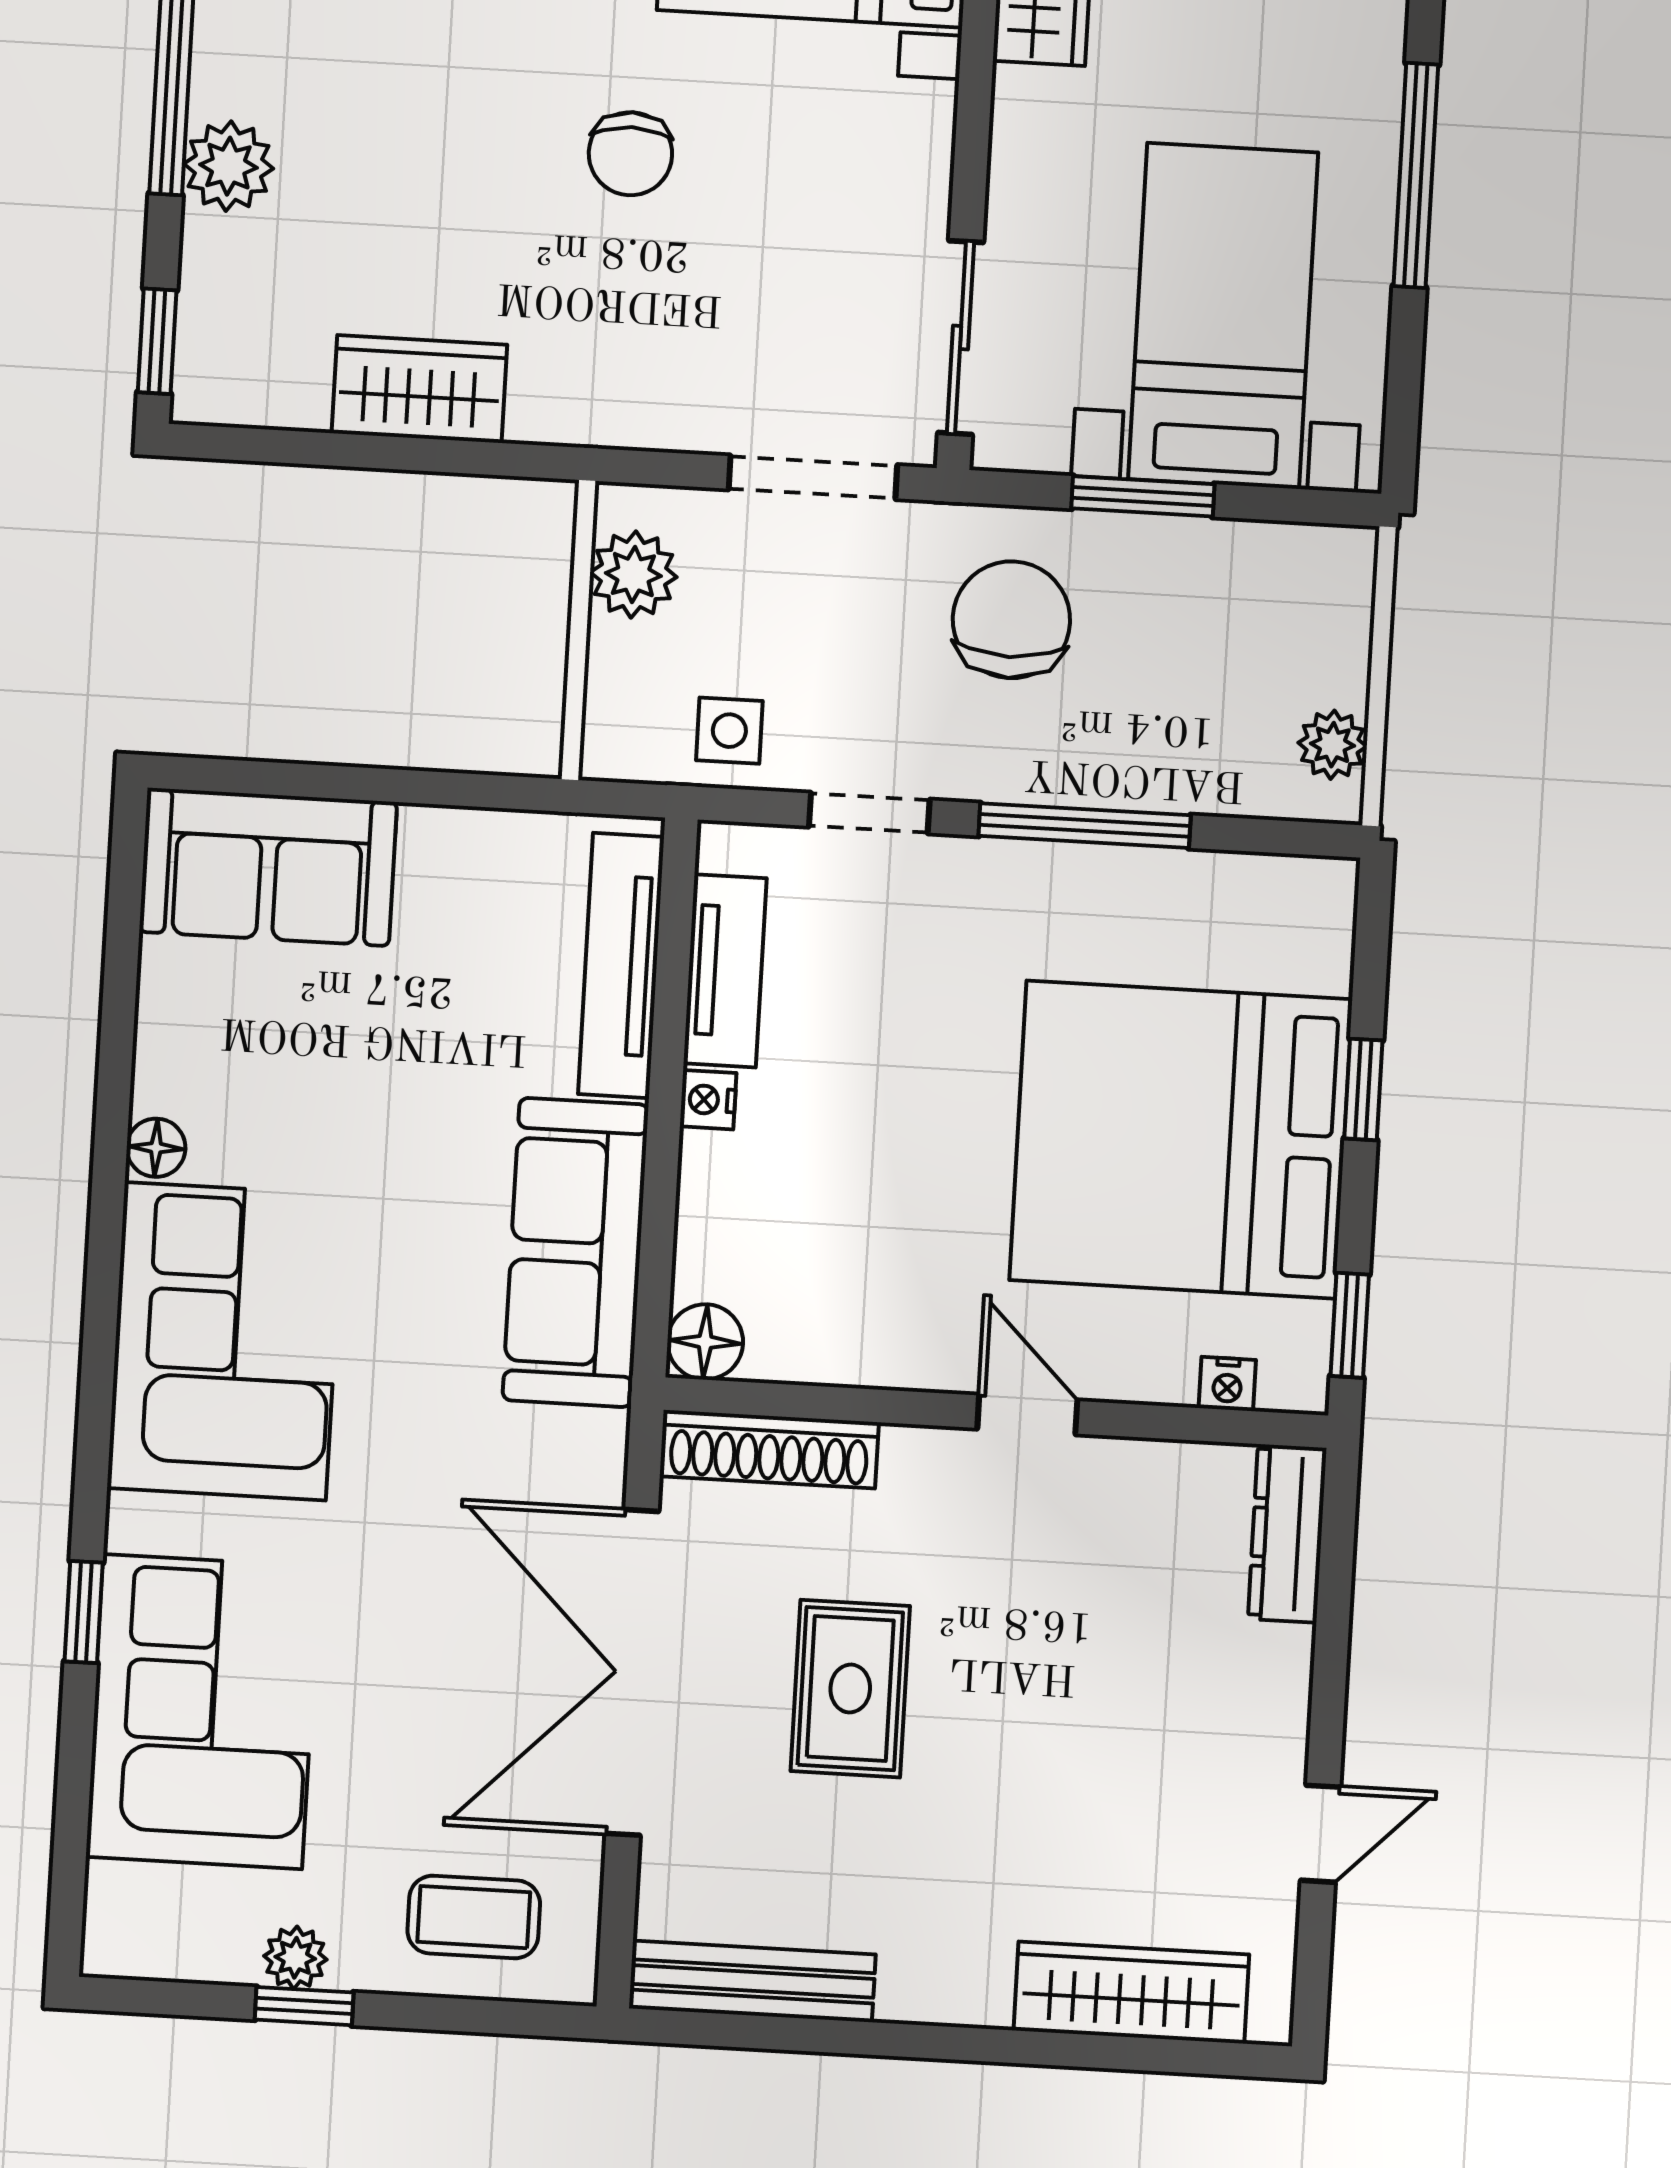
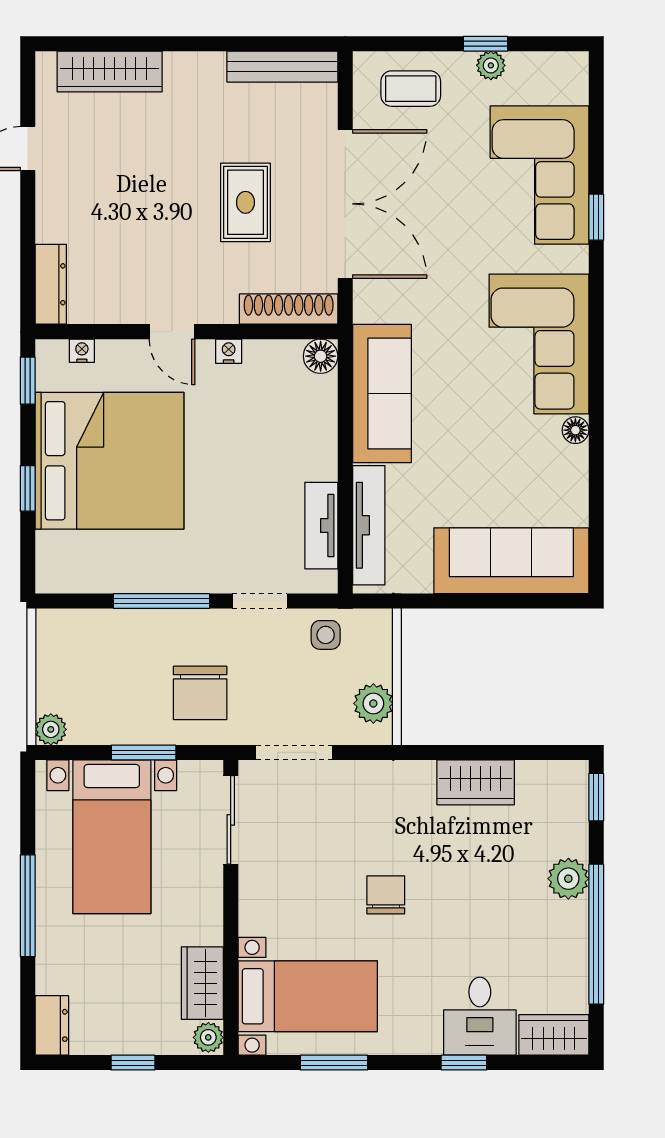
plant: (1332, 745) -> (51, 729), moved
sofa: (268, 867) -> (511, 561), width x1.36
nightstand: (708, 1100) -> (229, 351), moved, turned -90

